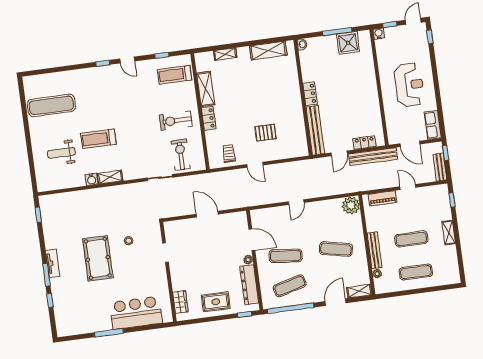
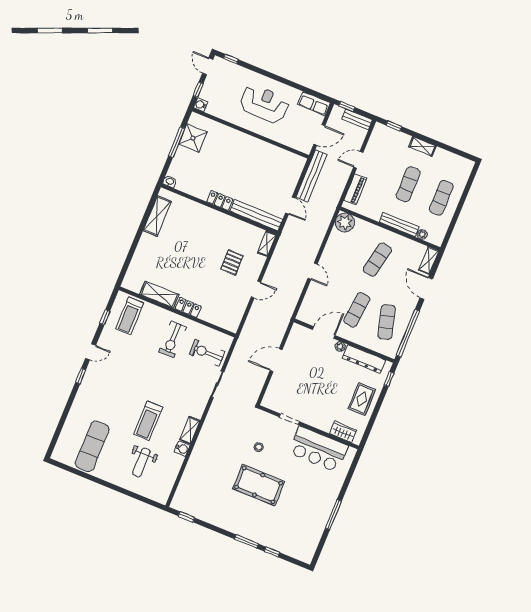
shelving: (225, 54) -> (267, 244), moved
locker: (364, 143) -> (294, 176), removed
trolley: (229, 153) -> (231, 308), removed
tv unit: (53, 263) -> (239, 530), removed
bar counter: (136, 313) -> (318, 449), moved, turned -90

